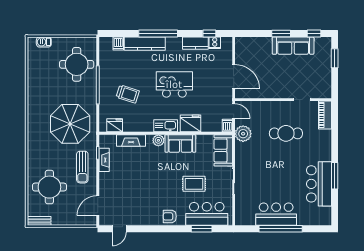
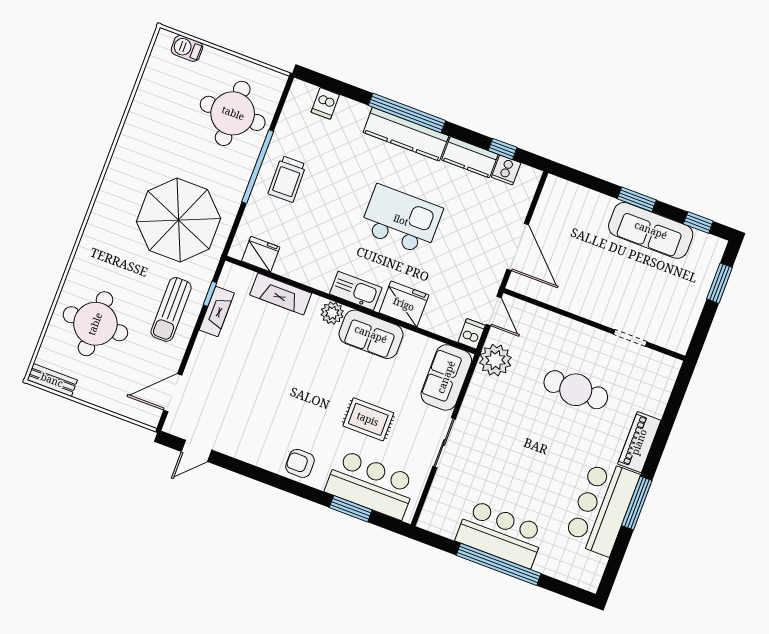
kitchen counter: (145, 44) -> (406, 134), moved
trolley: (128, 94) -> (287, 179), moved, turned 71
piano: (325, 115) -> (639, 442), moved

